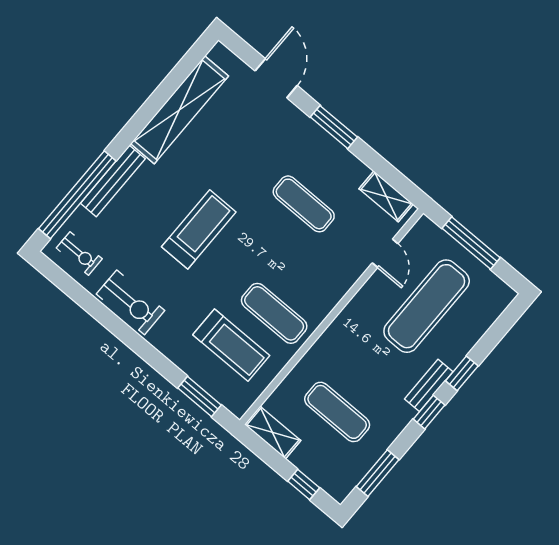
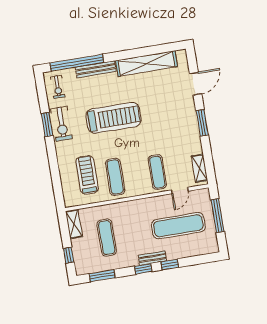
exercise mat: (304, 204) -> (157, 172), moved
treadmill: (199, 229) -> (113, 118), width x1.37, depth x1.38
treadmill: (231, 345) -> (87, 175), turned 180
window: (200, 397) -> (47, 125), moved

